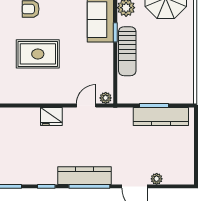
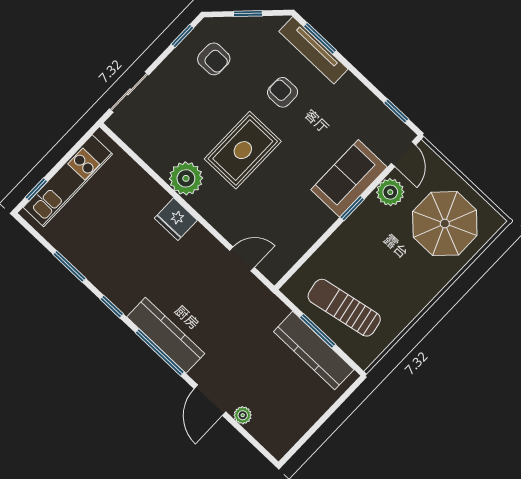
sun lounger: (127, 51) -> (344, 308), moved, turned 79
rug: (38, 54) -> (243, 150), turned 90
plant: (106, 98) -> (186, 178), moved, width x1.88, depth x1.88
fridge: (51, 117) -> (176, 219), moved

